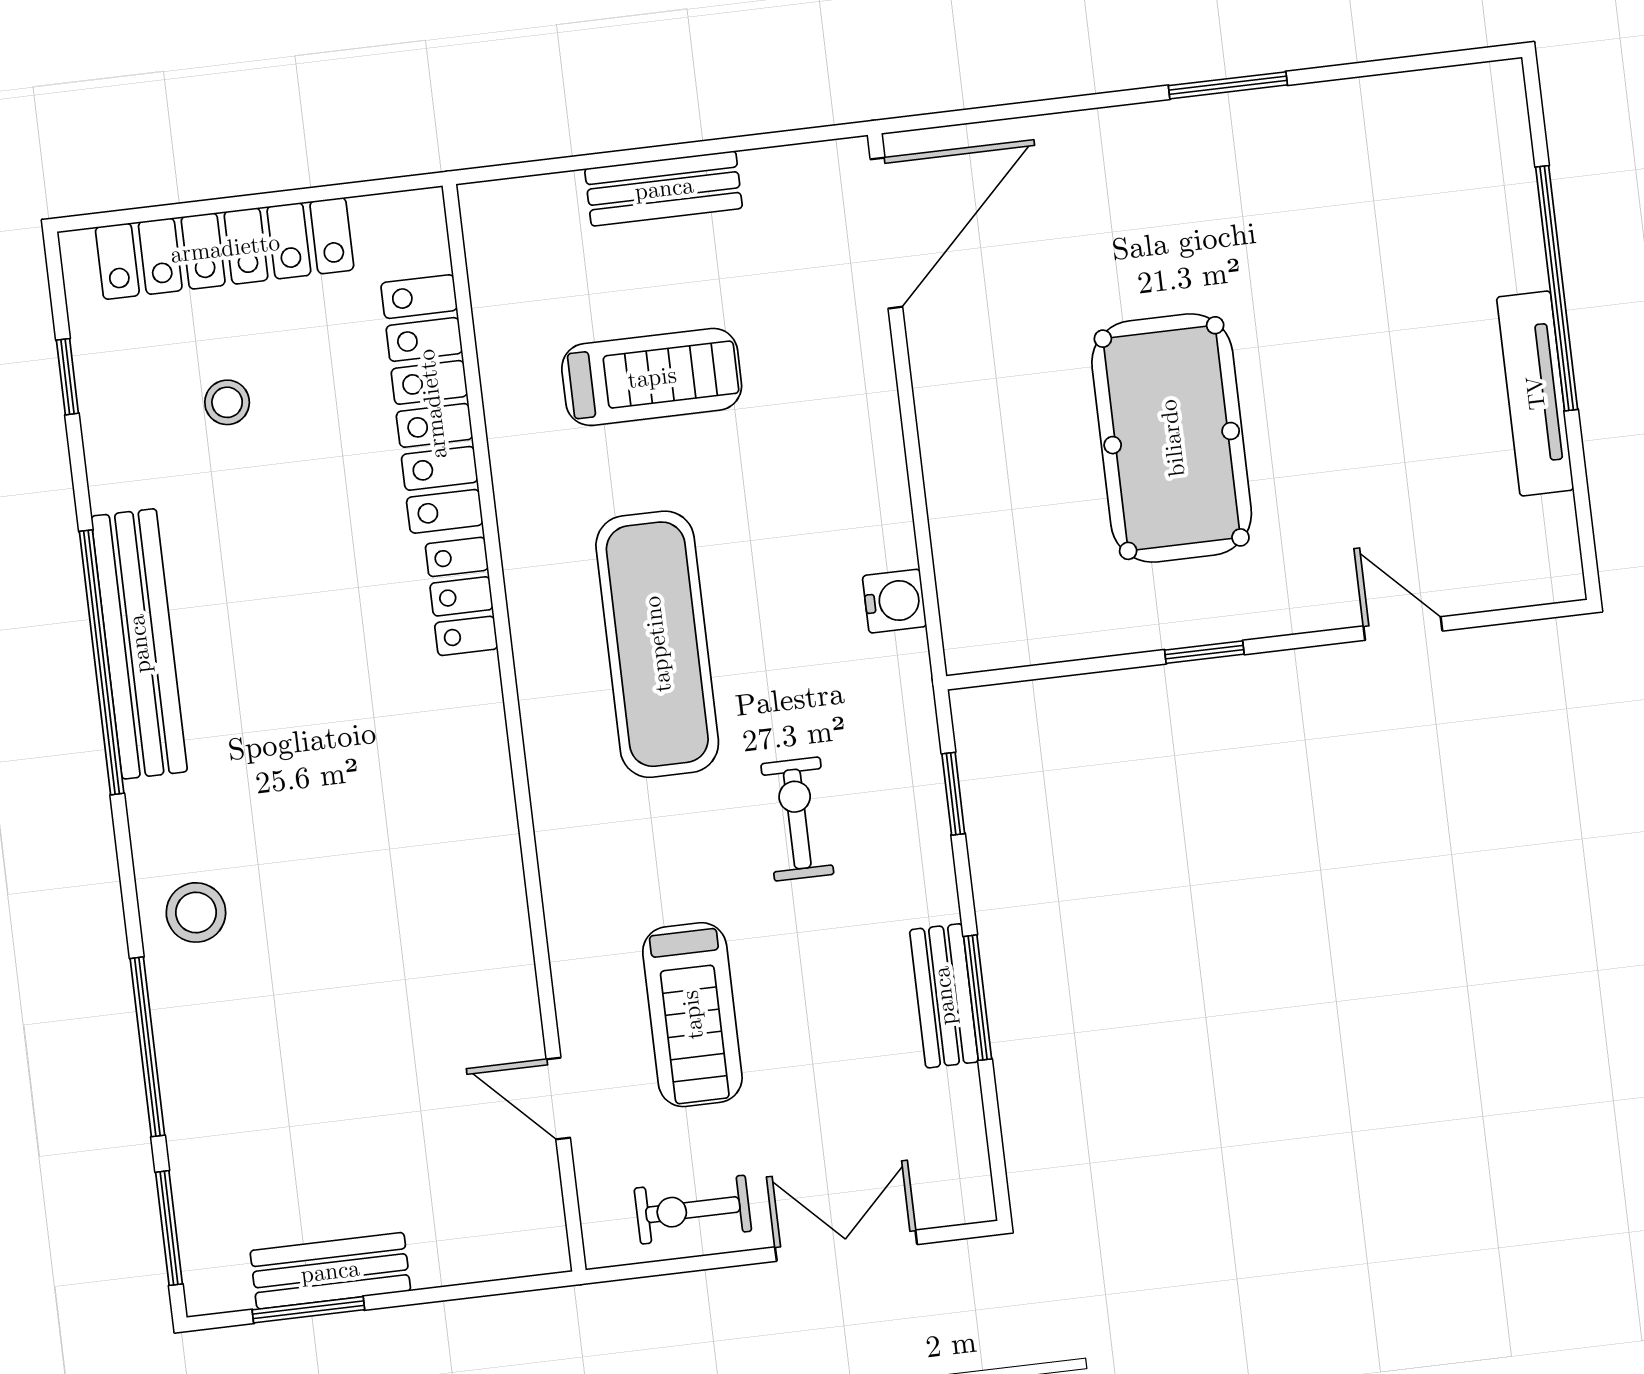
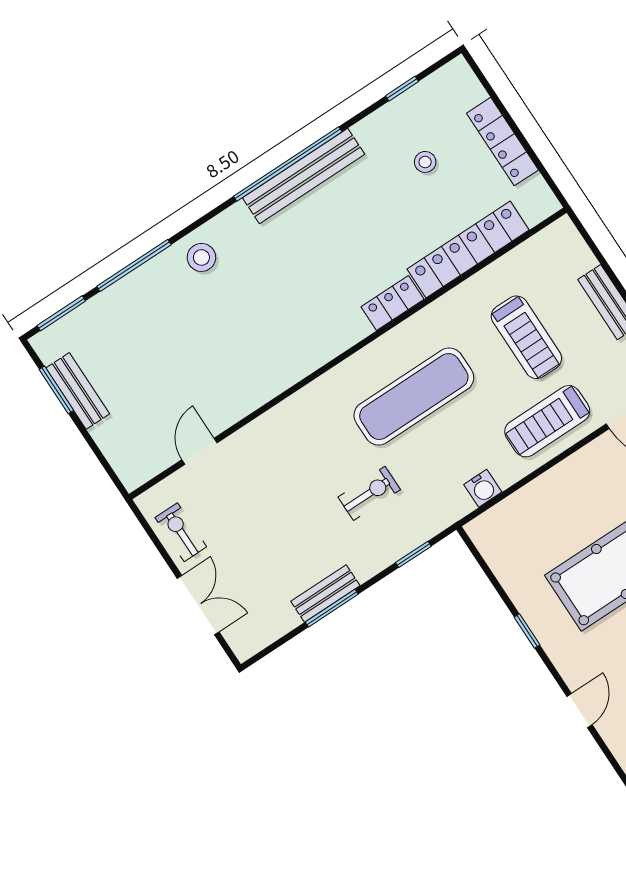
locker: (225, 248) -> (502, 142), width x0.71, depth x0.83
treadmill: (692, 1015) -> (547, 421), moved

